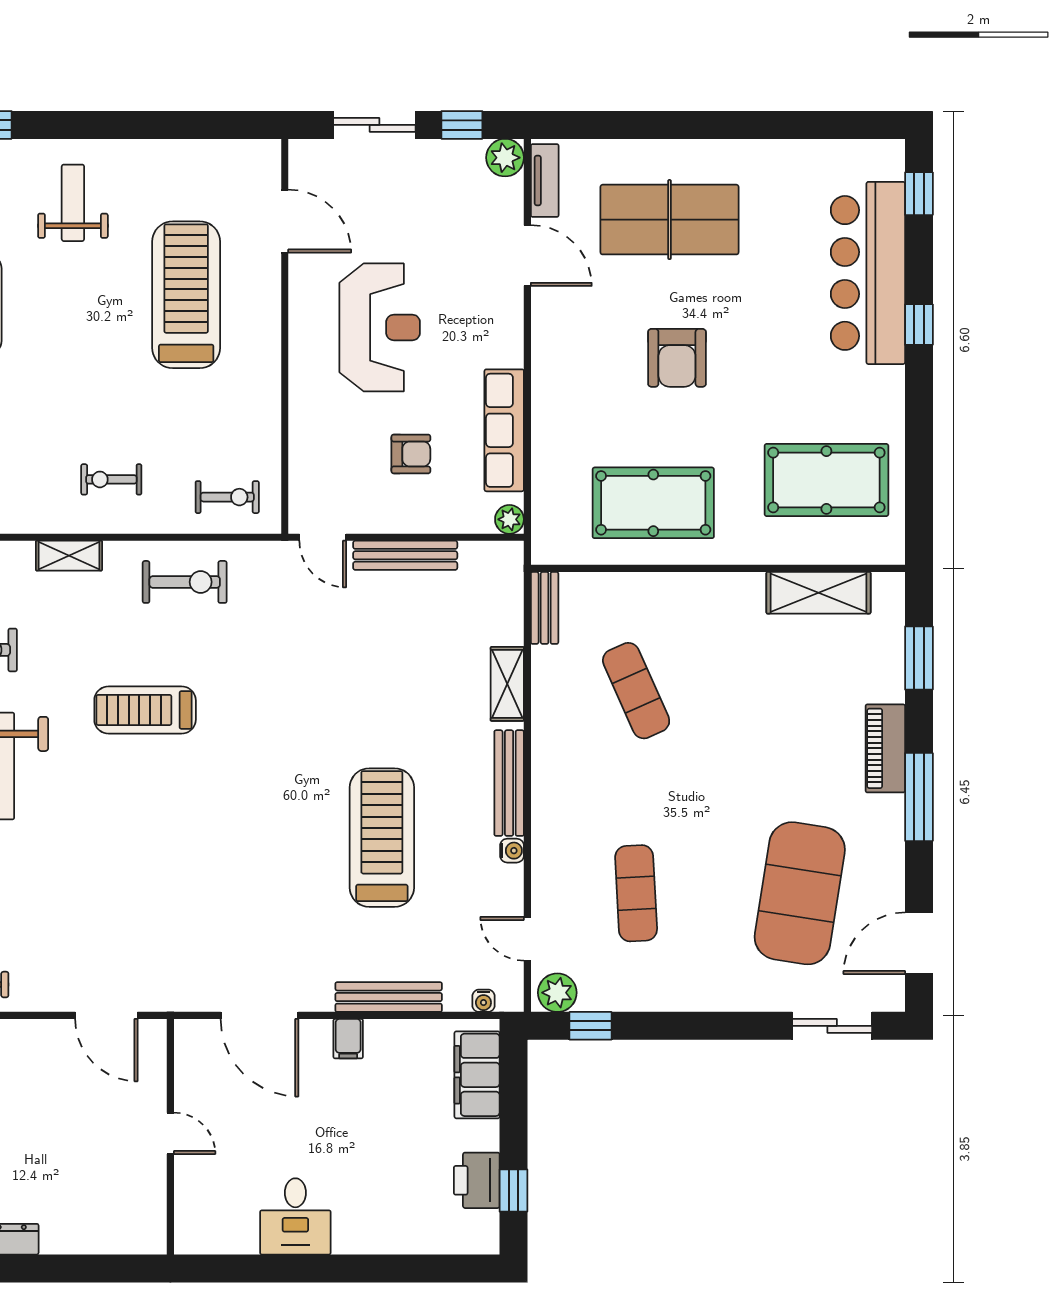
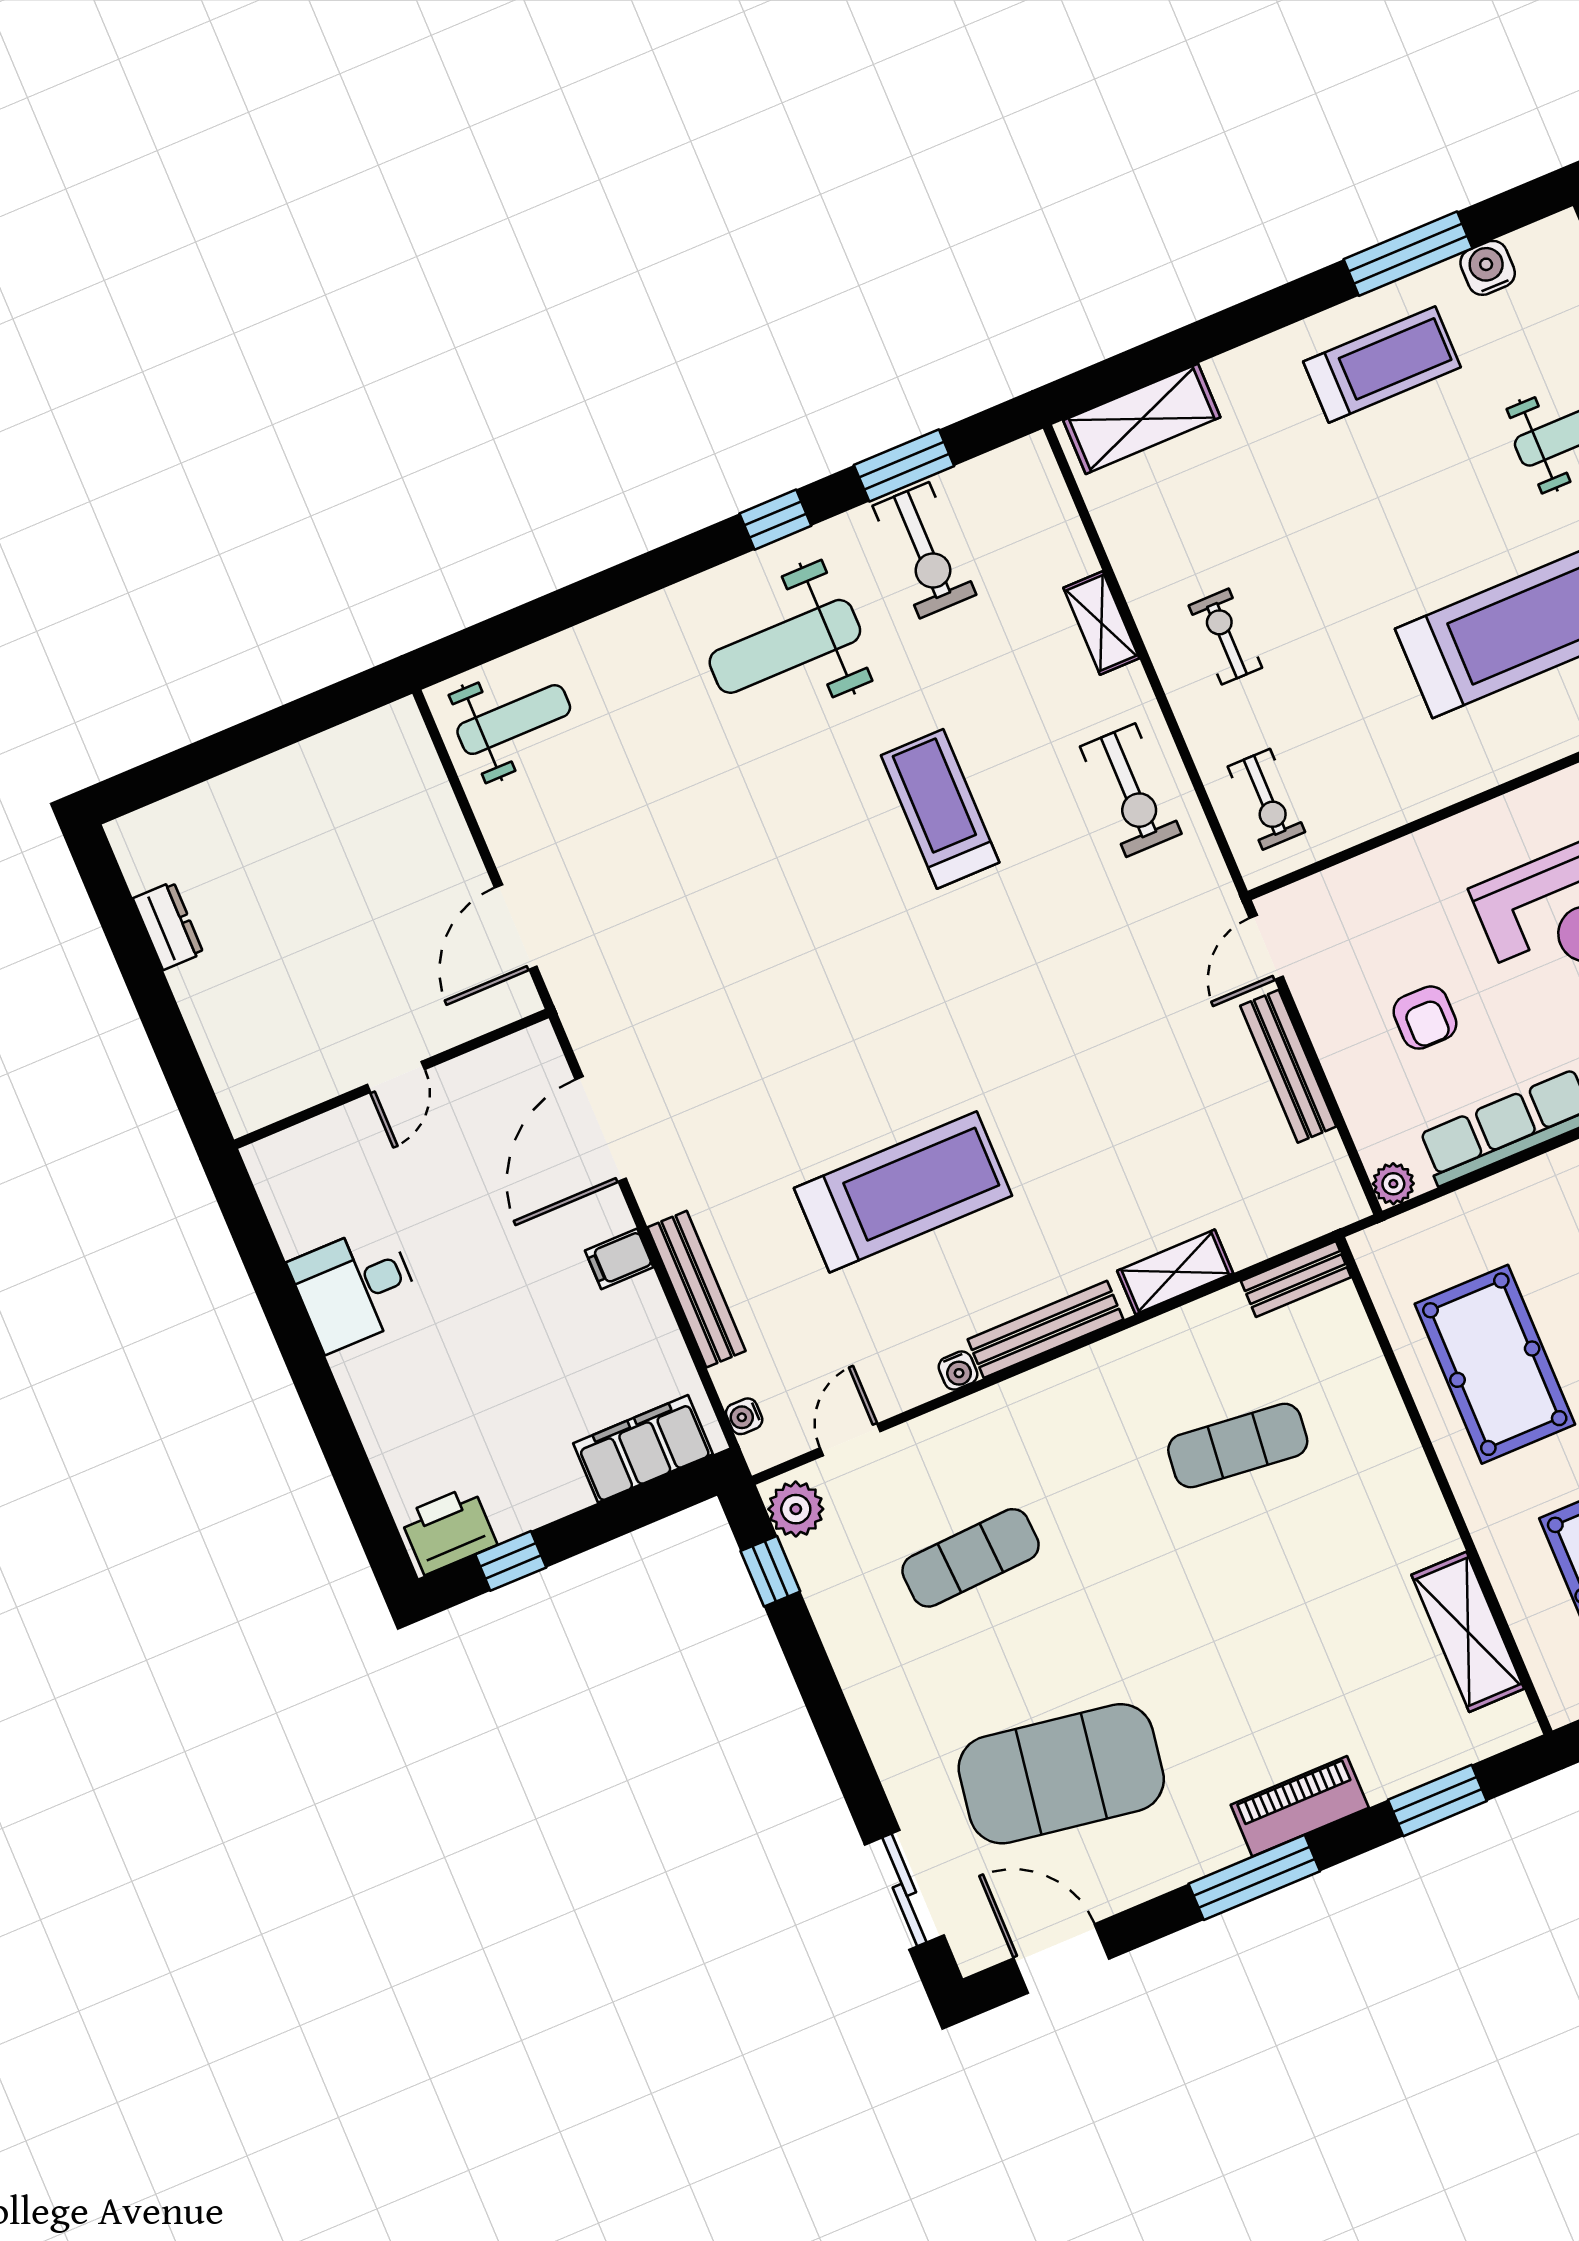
exercise mat: (636, 691) -> (1238, 1446), turned 30
printer: (477, 1180) -> (448, 1530), moved

